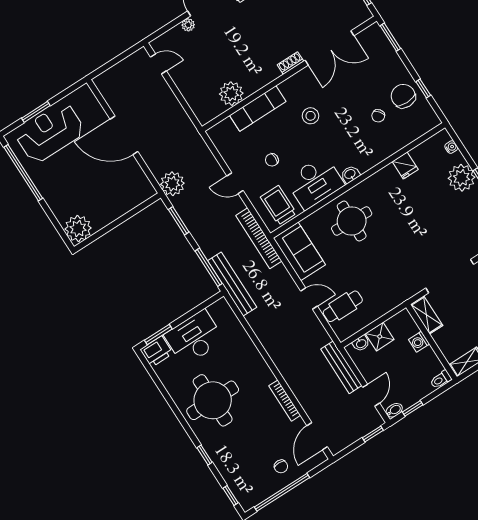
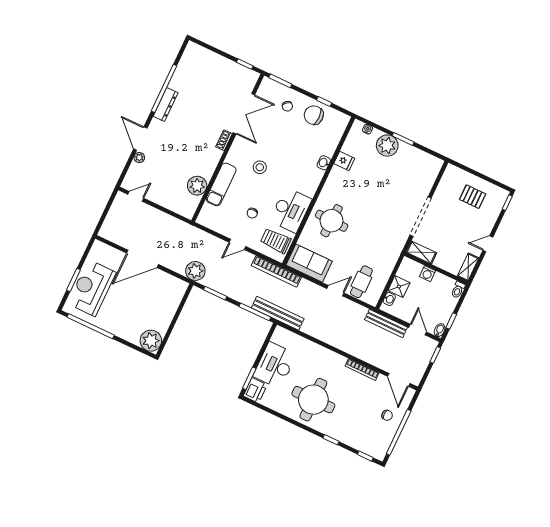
chair: (378, 116) -> (287, 106), moved
washbasin: (350, 174) -> (324, 163), moved

